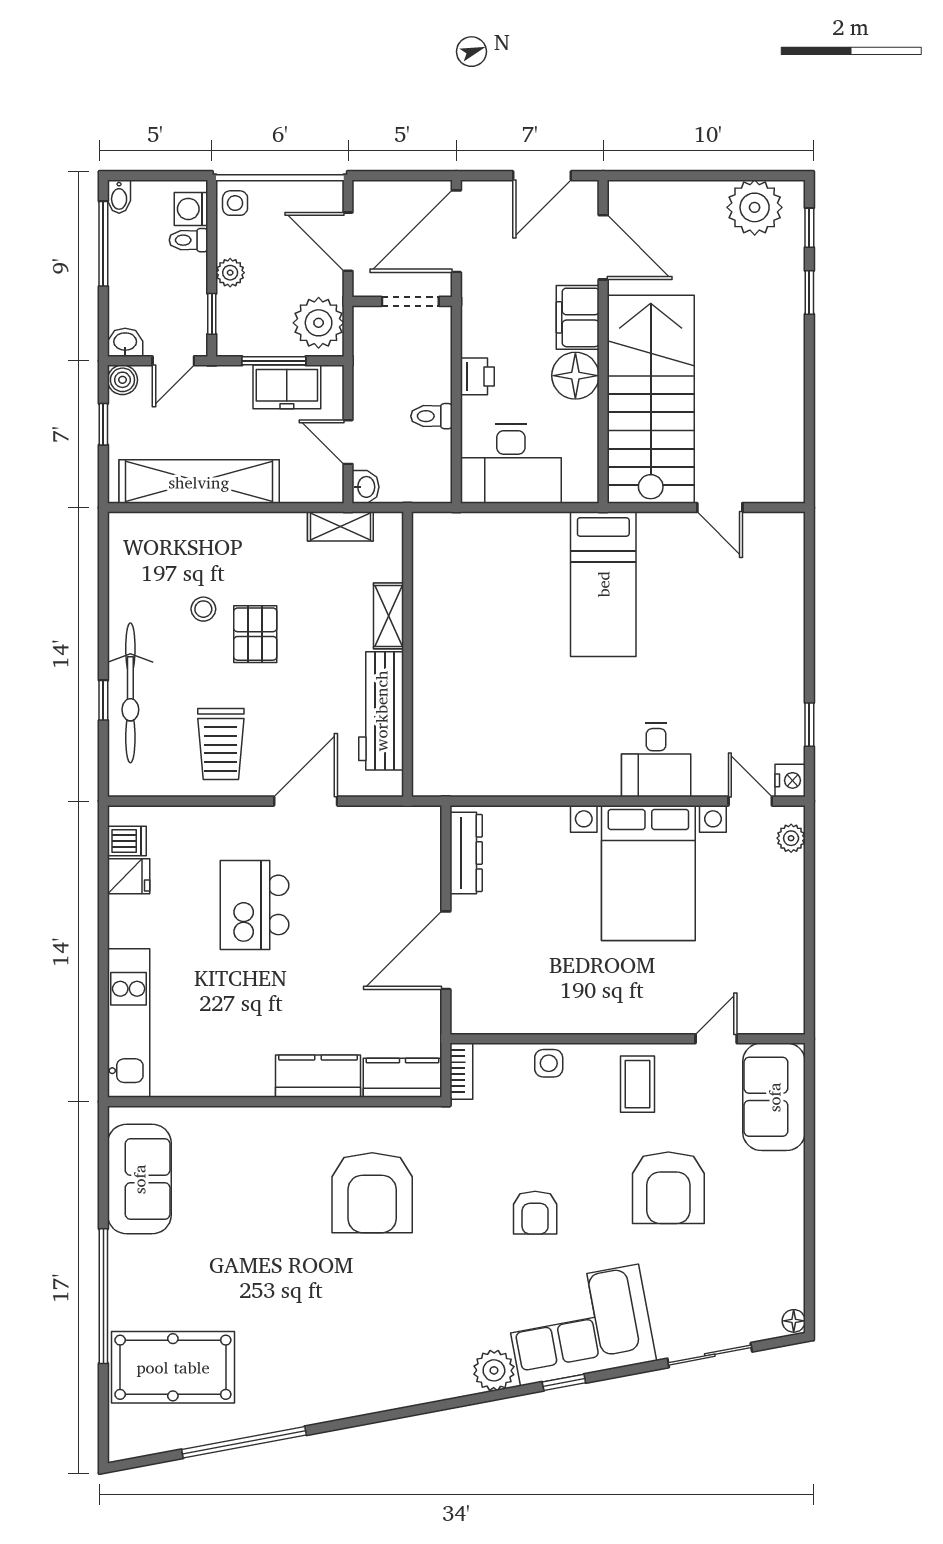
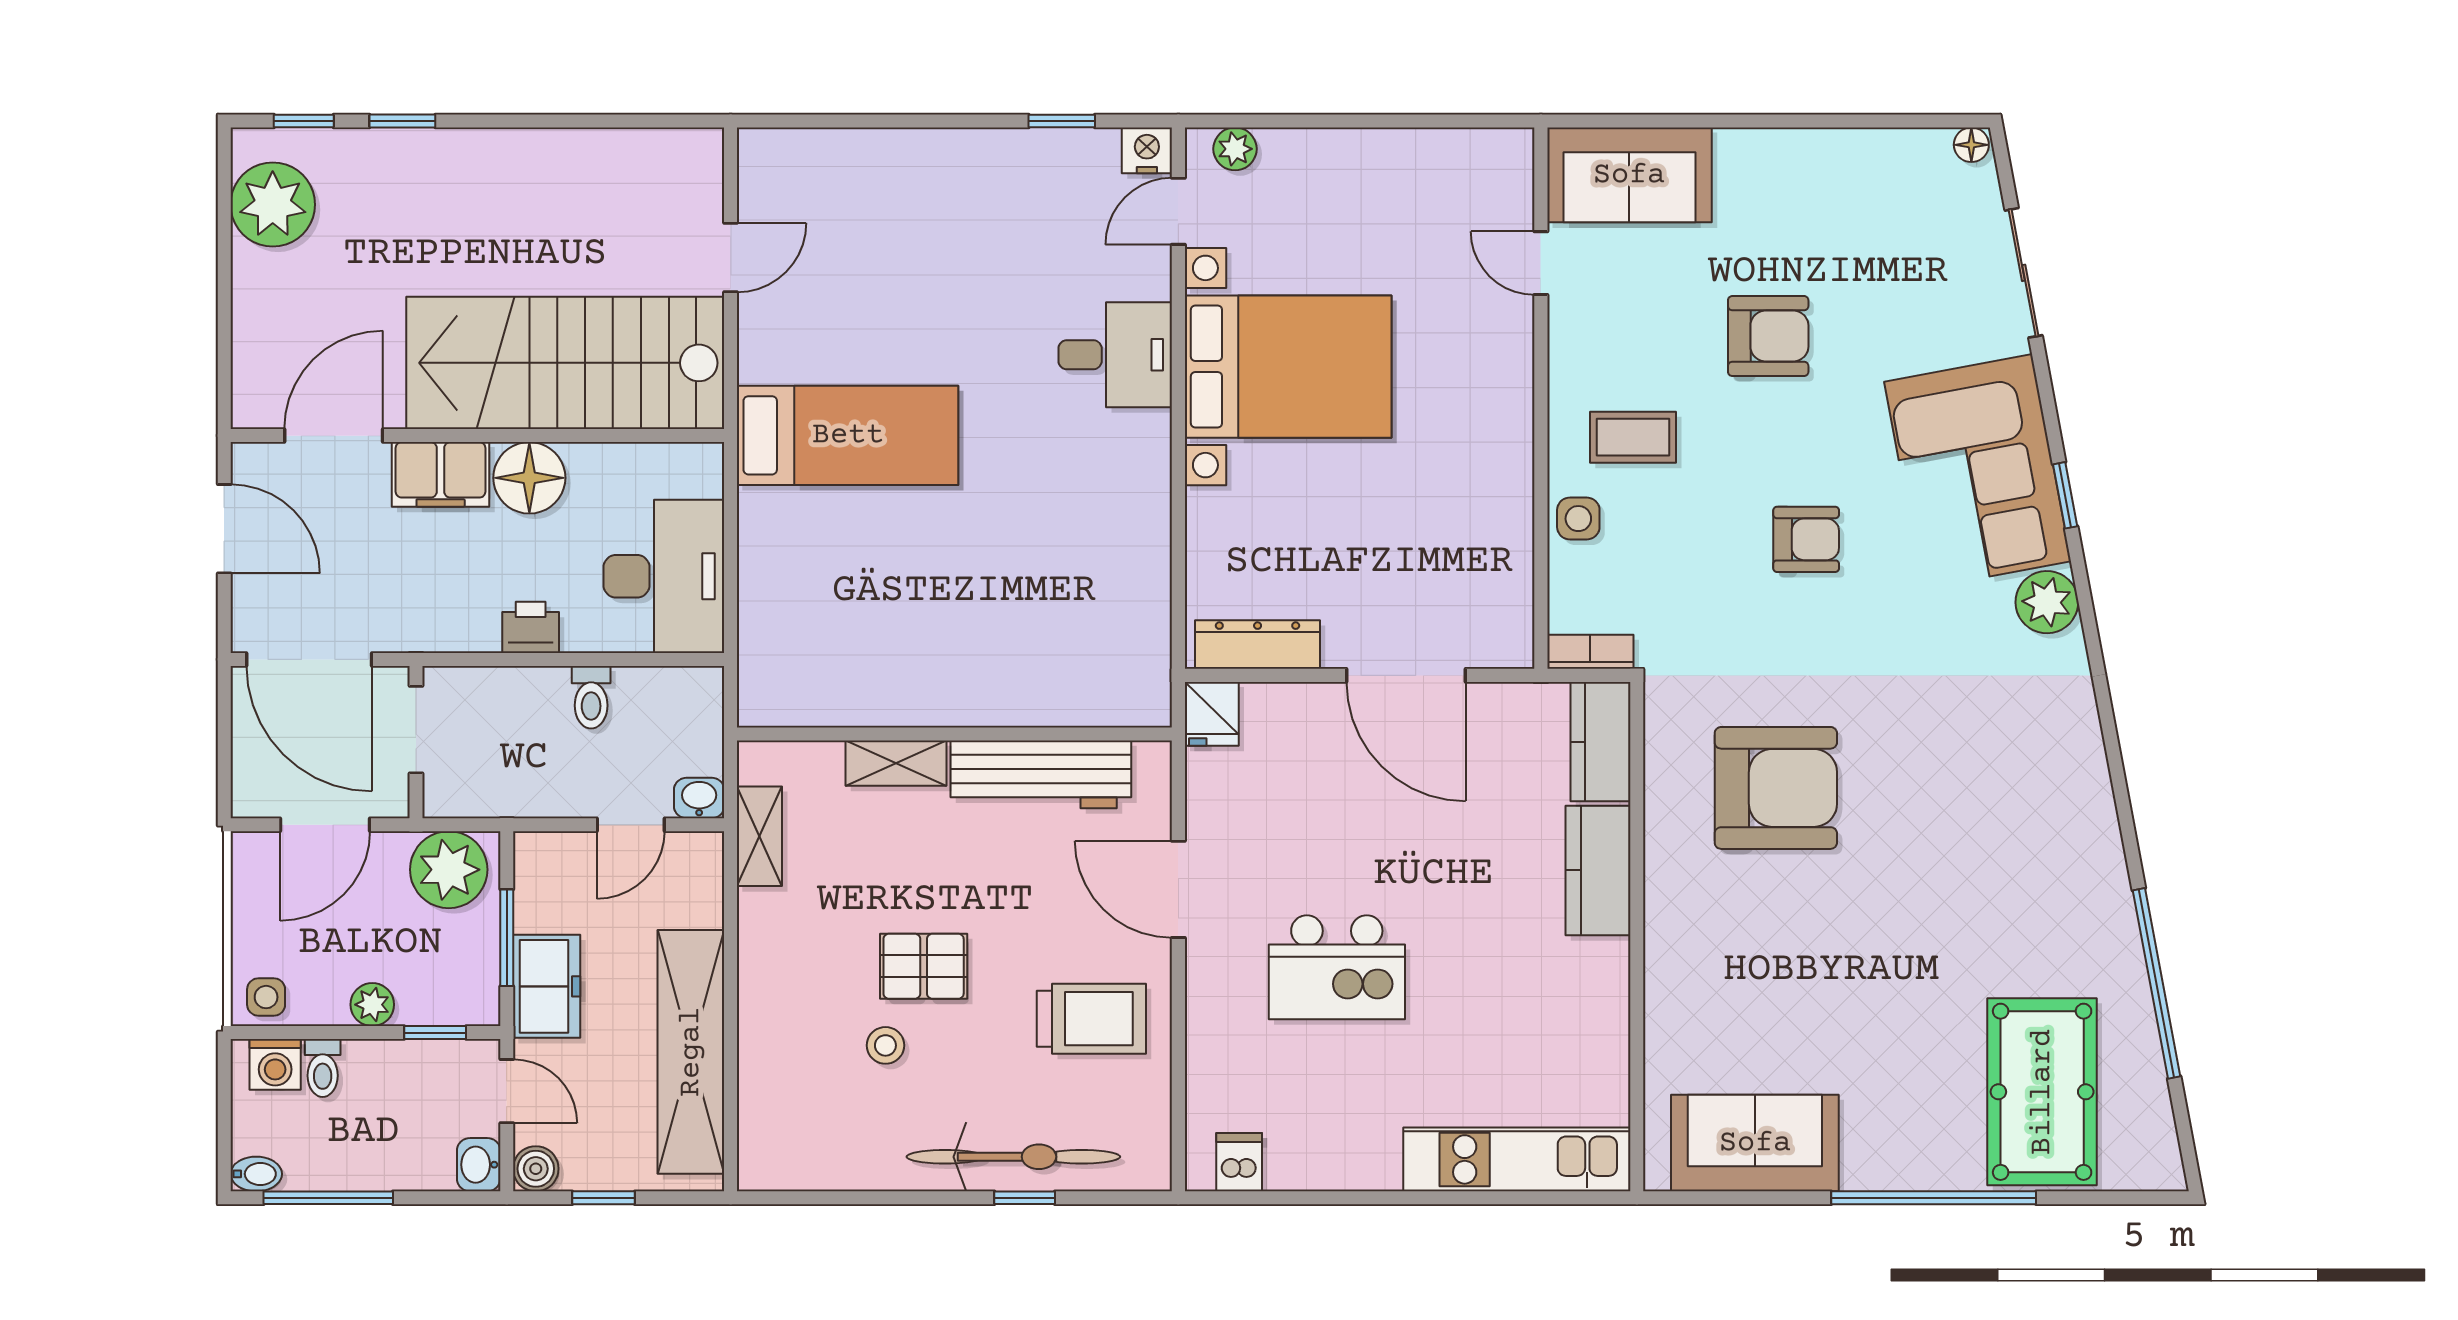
freezer: (287, 387) -> (547, 986), moved
fridge: (129, 876) -> (1212, 714), moved, turned 180
coffee table: (637, 1084) -> (1633, 437), moved
armchair: (668, 1188) -> (1768, 336), width x0.73, depth x0.73

